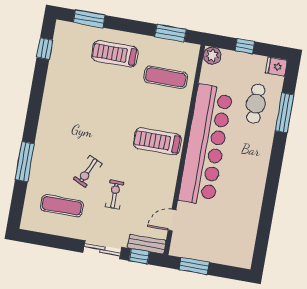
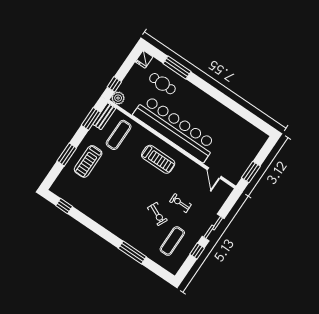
window: (89, 19) -> (67, 154), moved
window: (245, 46) -> (114, 84), moved
treadmill: (157, 141) -> (158, 159), turned -90
bench: (147, 244) -> (104, 116), moved
window: (139, 256) -> (197, 251), moved

